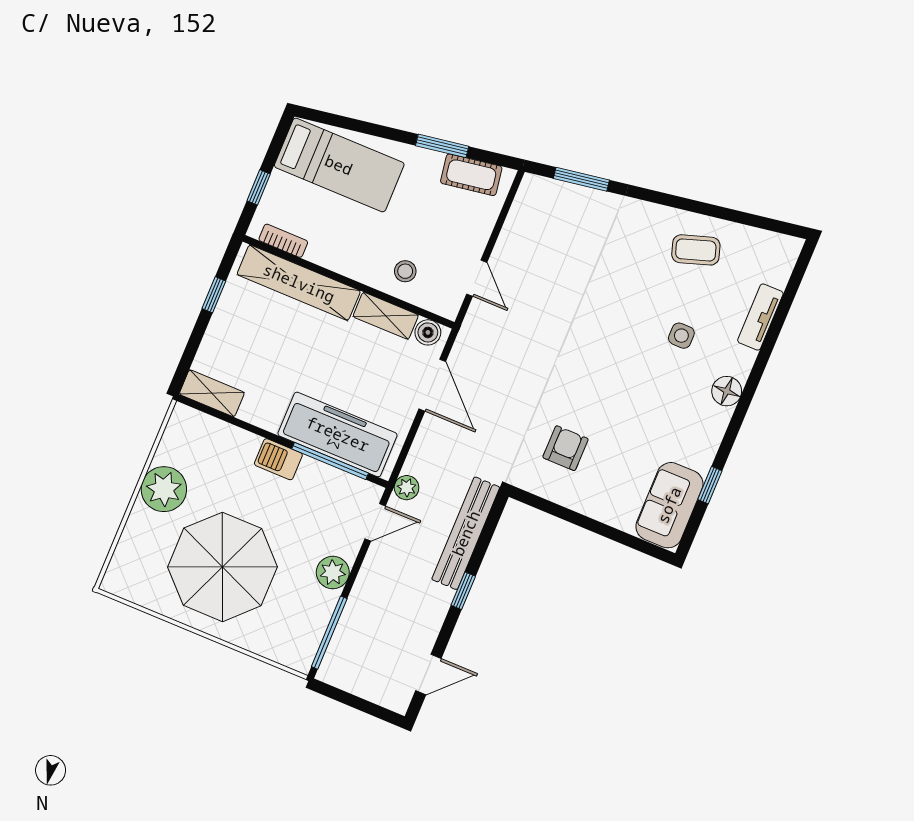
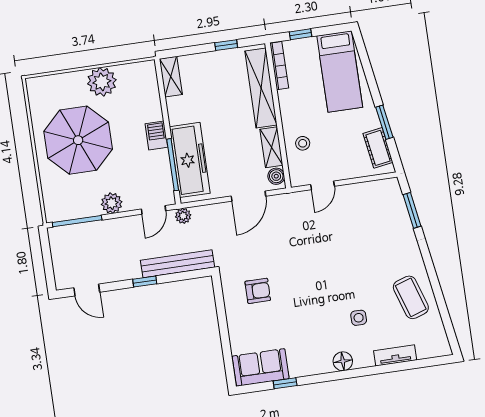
bookcase: (283, 241) -> (279, 66), width x1.56
coffee table: (696, 250) -> (411, 297), width x1.36, depth x1.30
door: (375, 522) -> (153, 210), hinge flipped

